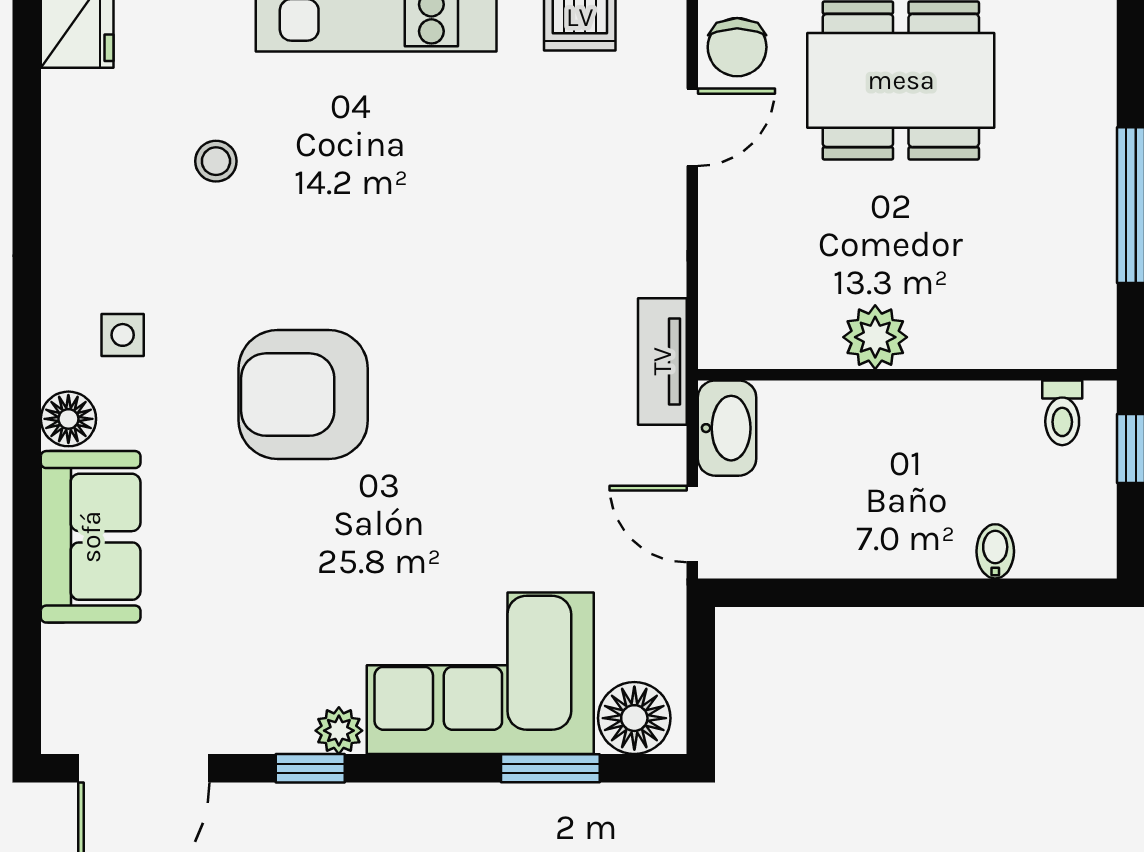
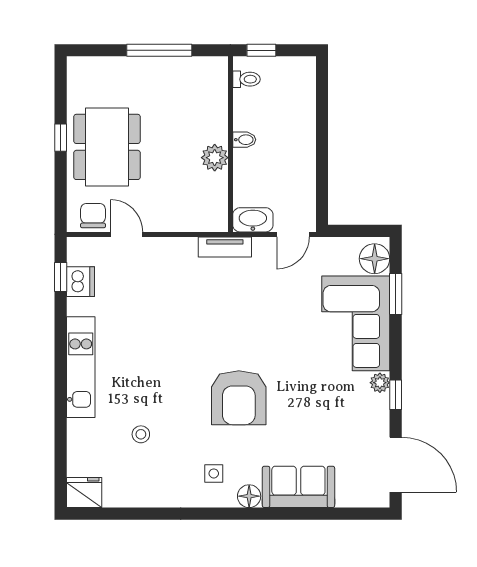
chair: (737, 47) -> (93, 216), turned -90
bidet: (995, 551) -> (244, 140), moved, turned 180

